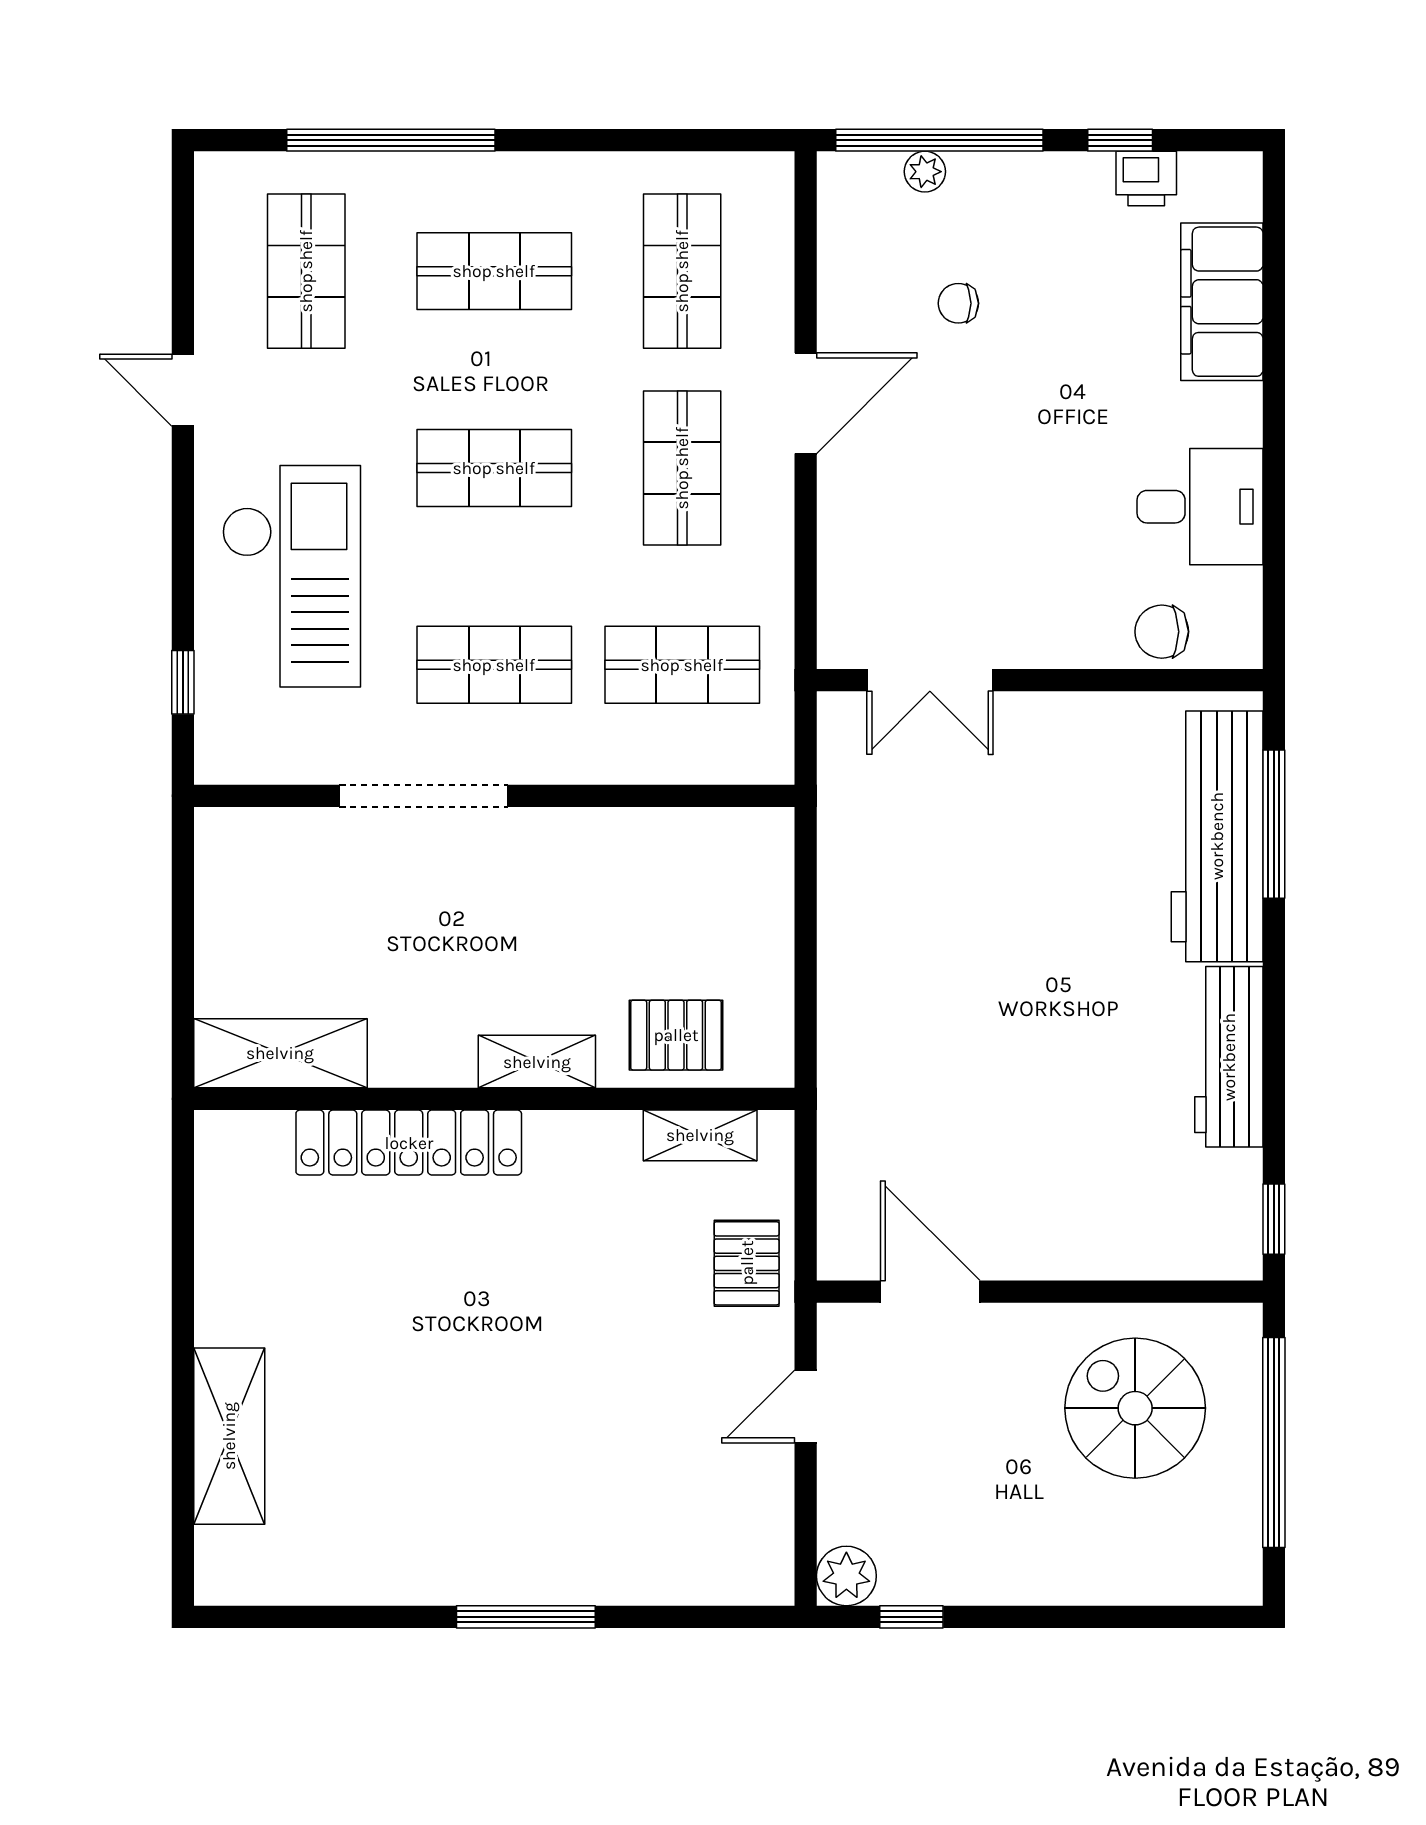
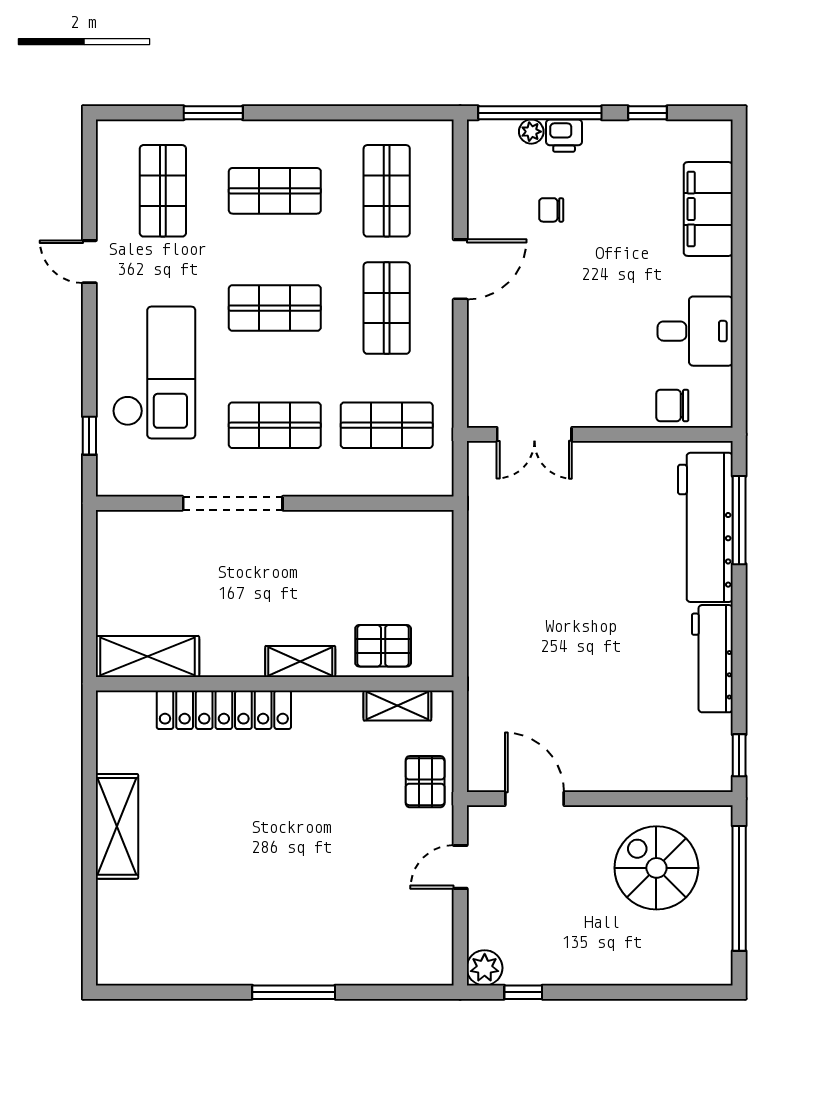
window: (391, 140) -> (213, 113), width x0.47
printer: (1146, 178) -> (564, 136), moved
shelving: (229, 1436) -> (117, 826), moved

